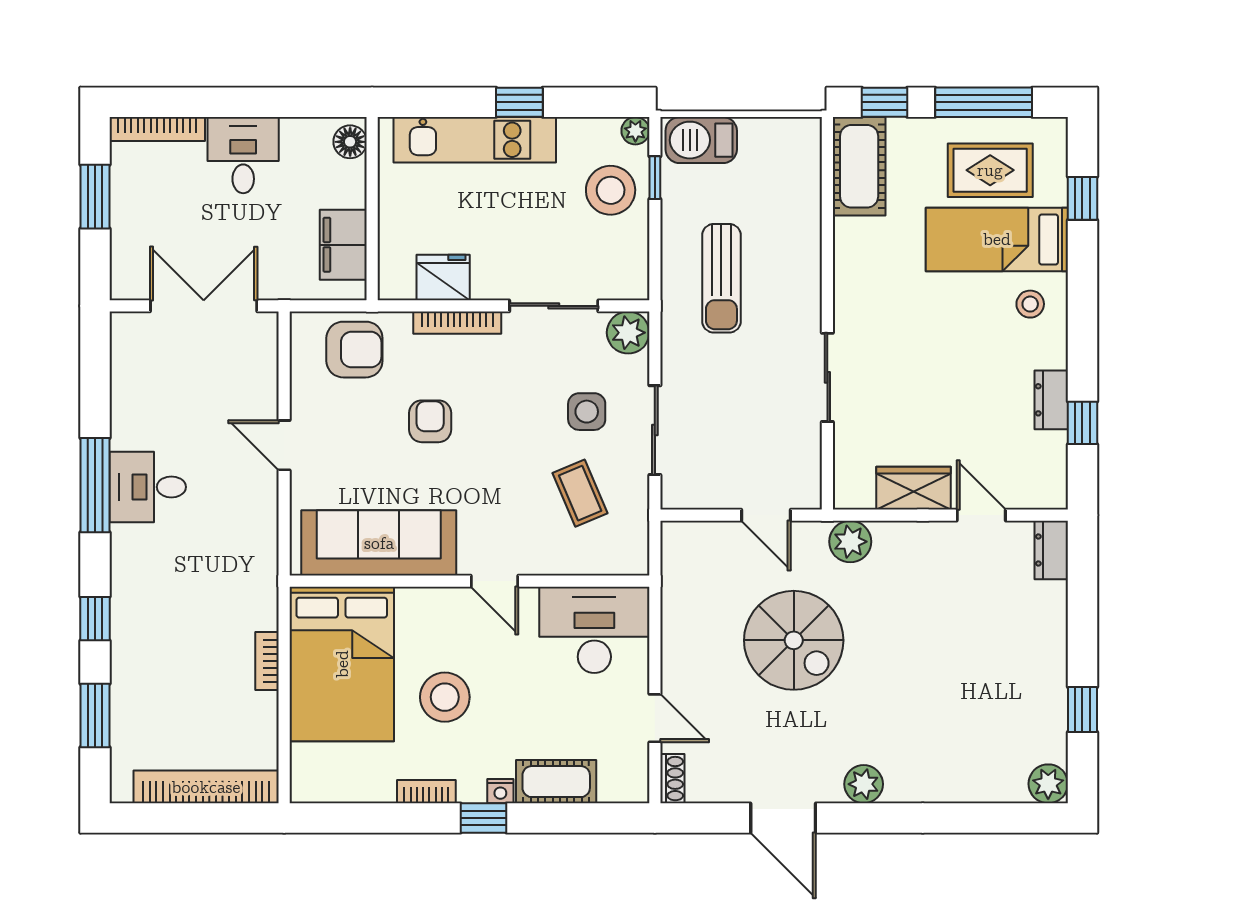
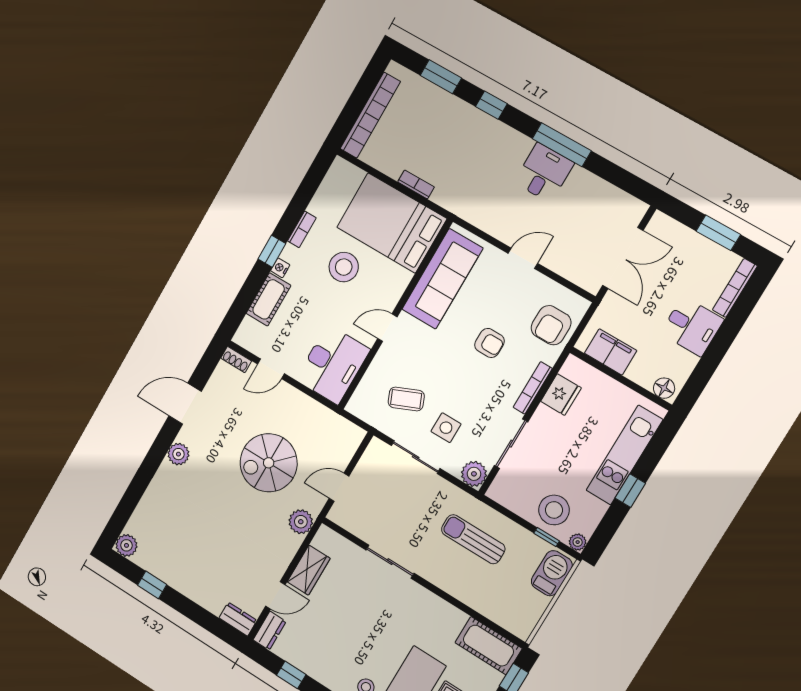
dresser: (1051, 400) -> (270, 631), moved, turned 90

